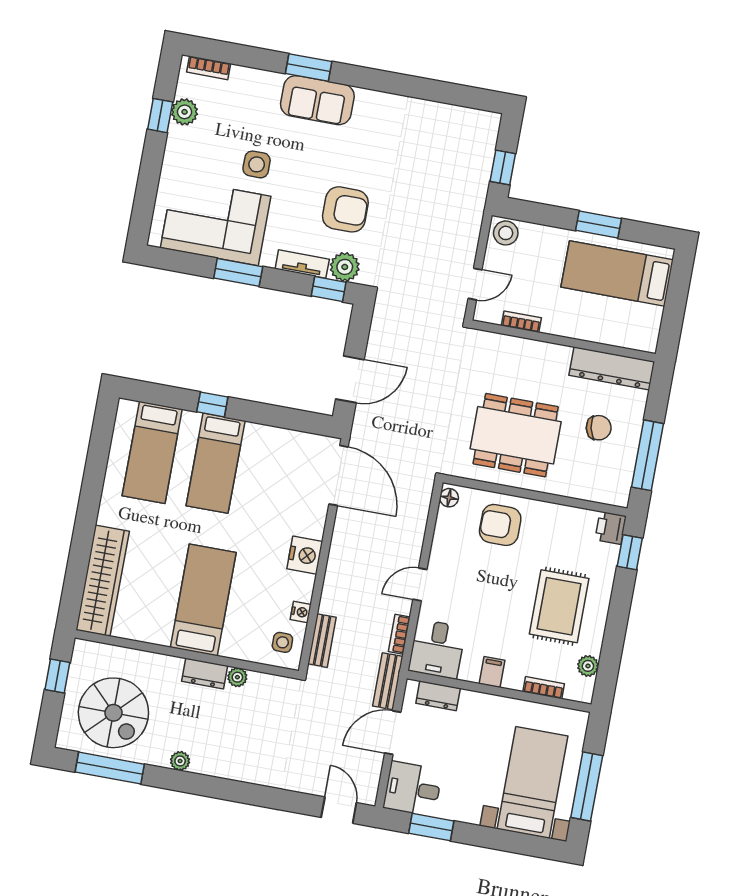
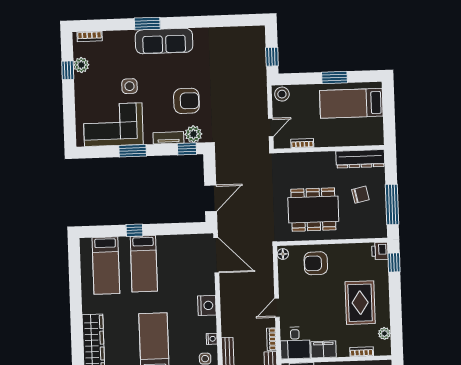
sofa: (317, 100) -> (164, 41), width x1.36
filing cabinet: (492, 672) -> (324, 349), width x2.00

